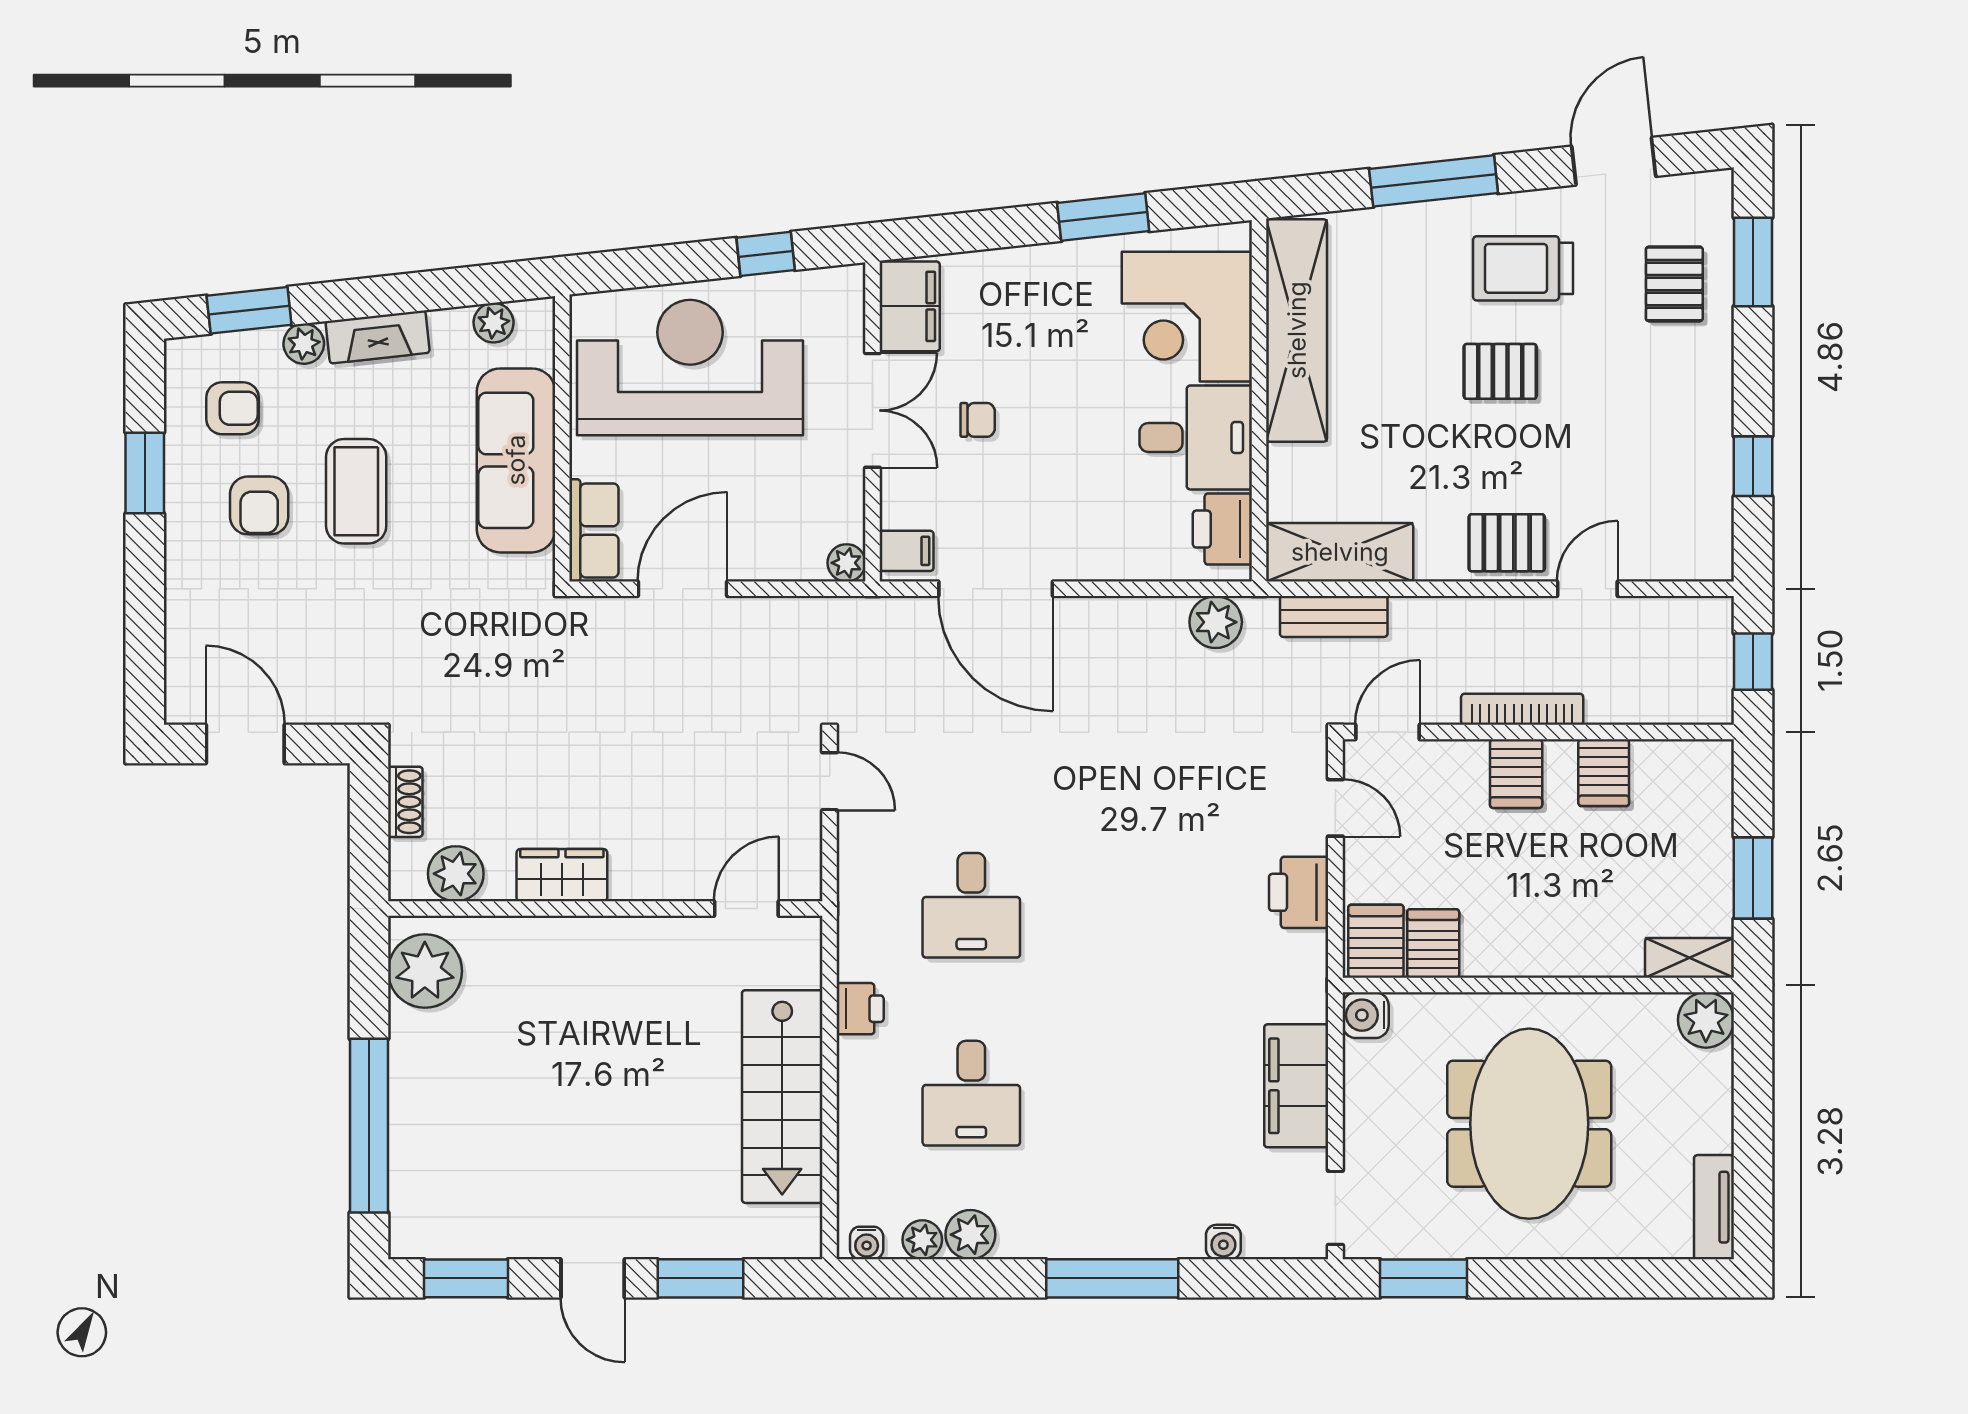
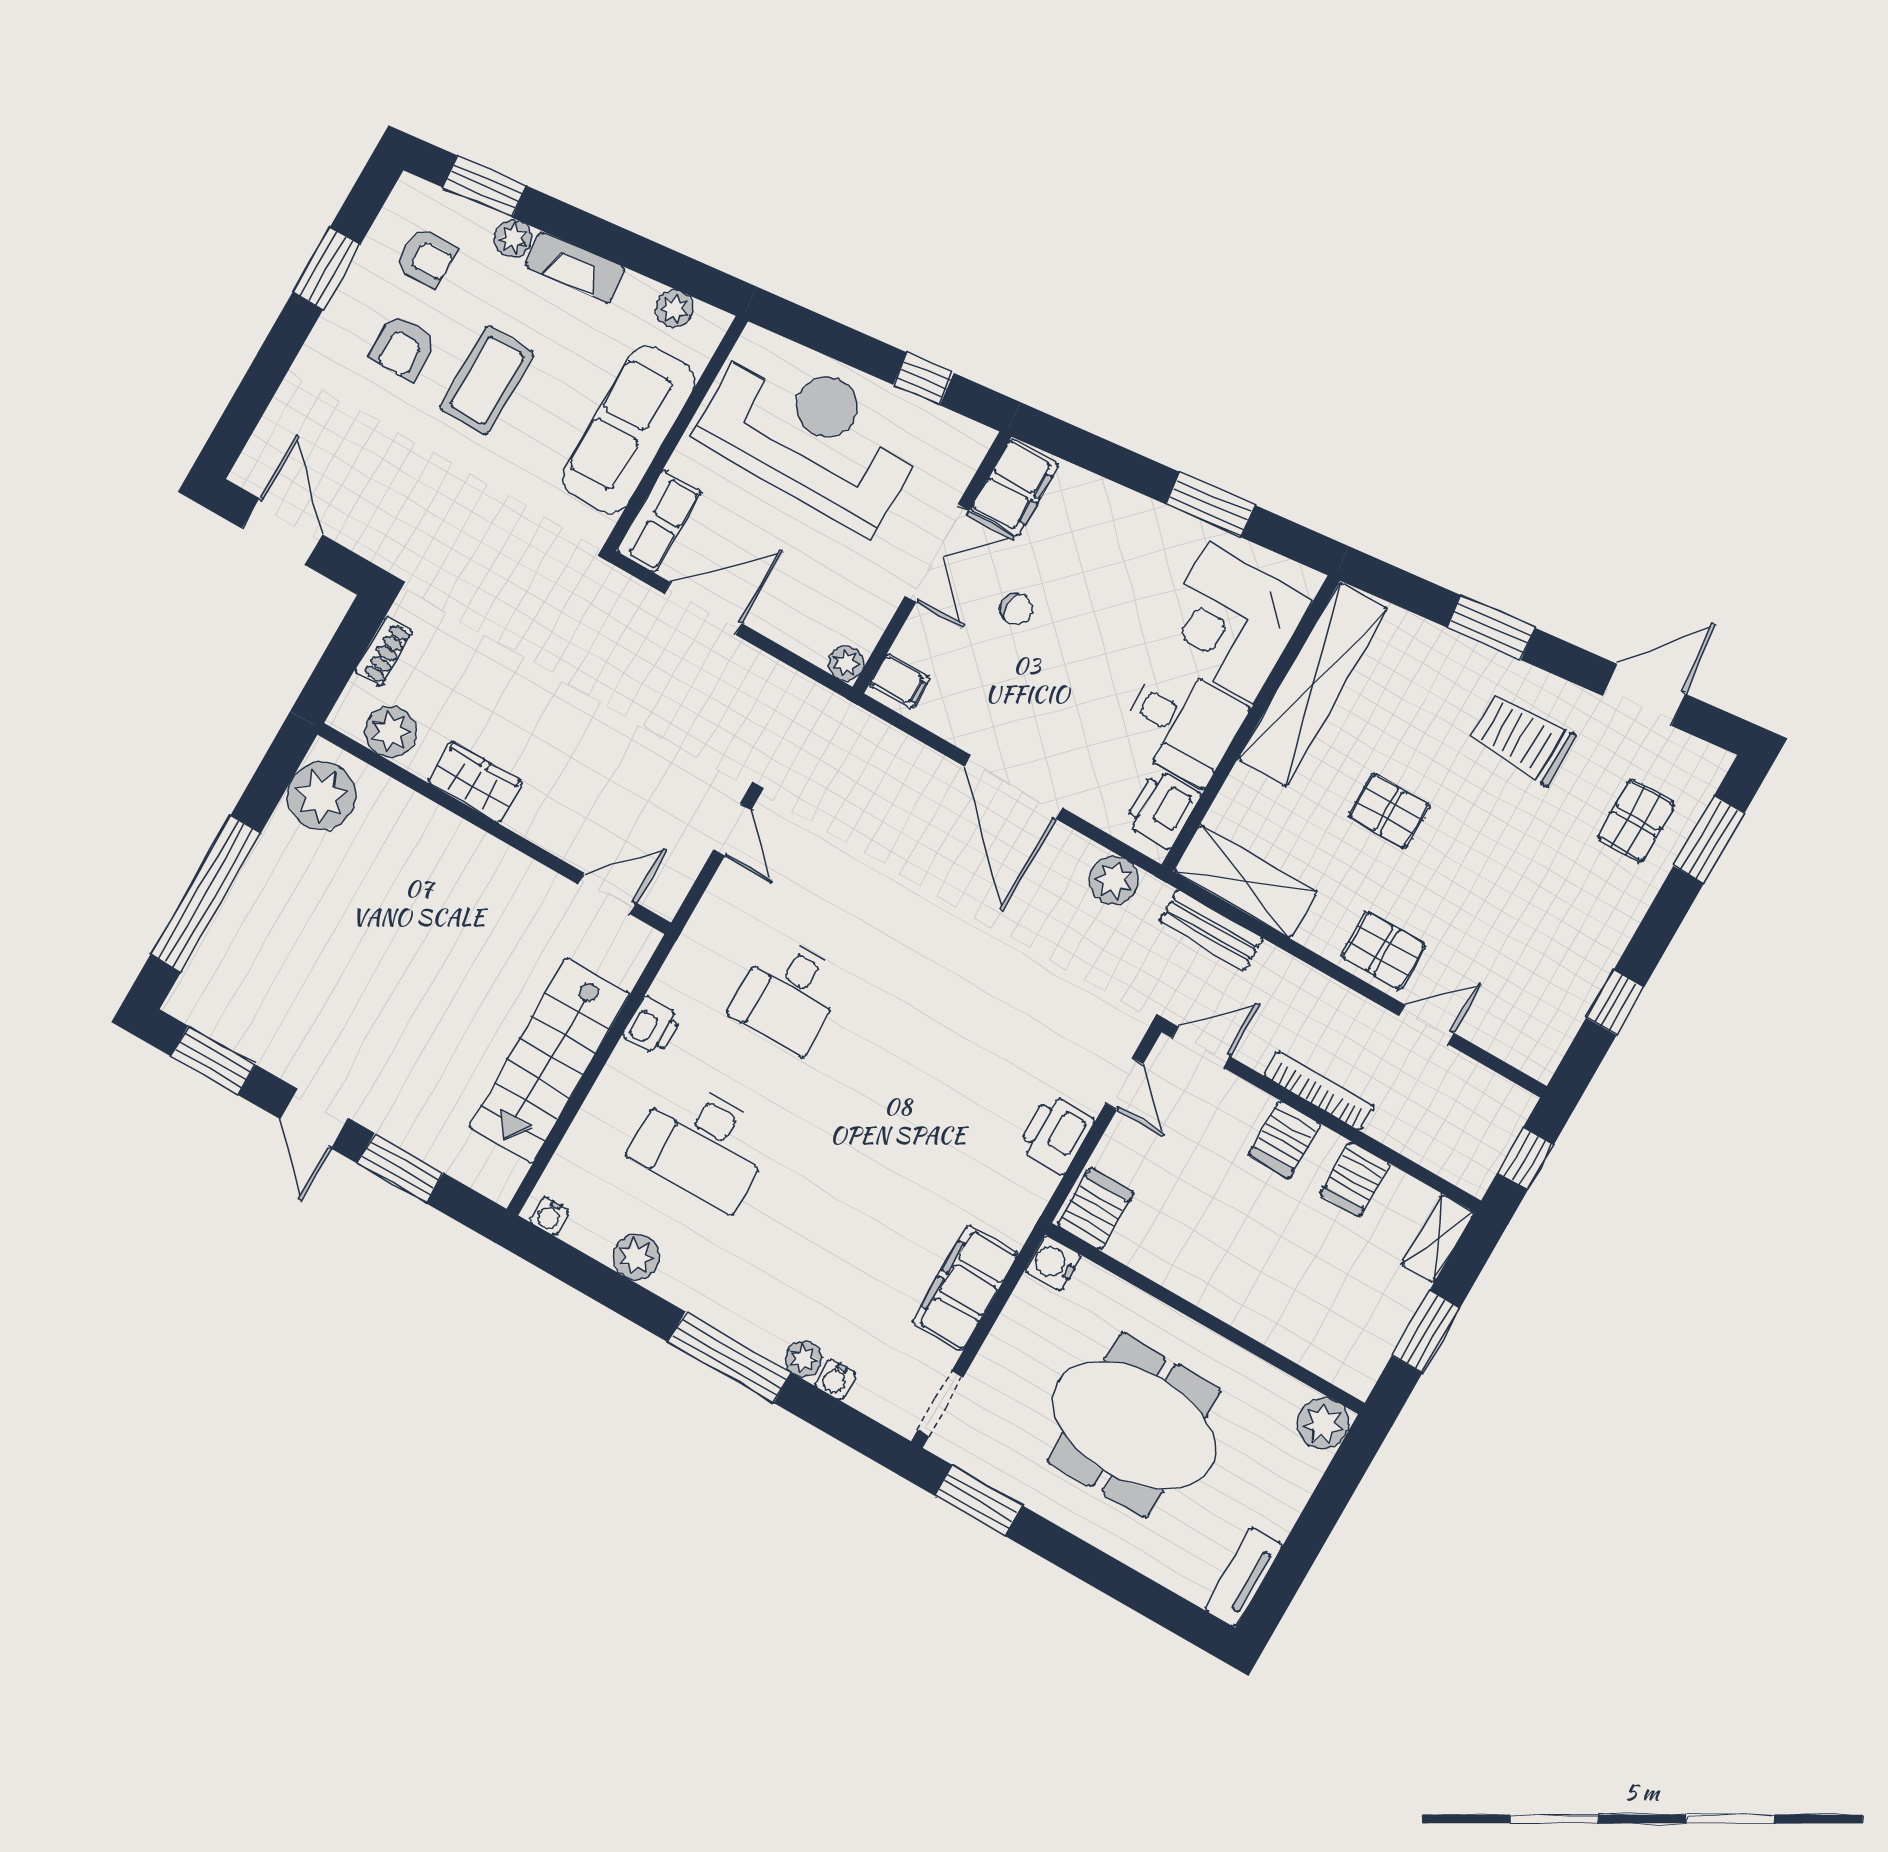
window: (1434, 181) -> (1491, 628), width x0.69
pallet: (1500, 371) -> (1389, 811), moved
door: (996, 589) -> (1013, 787), moved
server rack: (1433, 943) -> (1140, 1237), removed
shelving: (1689, 958) -> (1438, 1238), moved, turned 90
desk: (971, 1093) -> (702, 1145), width x1.37
meeting table: (1529, 1124) -> (1134, 1425), turned 90
plant: (922, 1240) -> (804, 1359), moved

